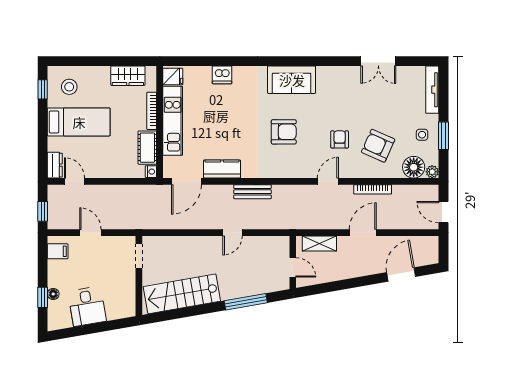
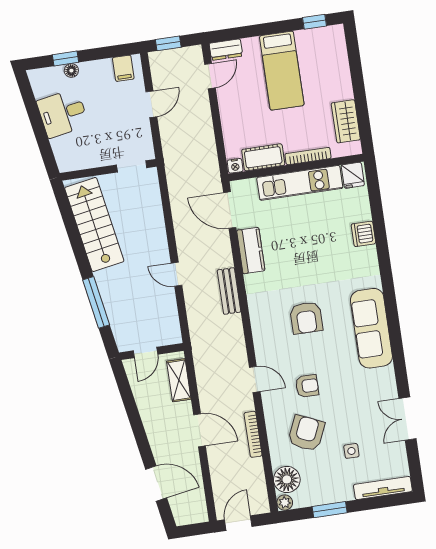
sofa: (292, 80) -> (371, 328), width x1.36
stool: (69, 87) -> (322, 53), removed
side table: (422, 135) -> (351, 451), moved

